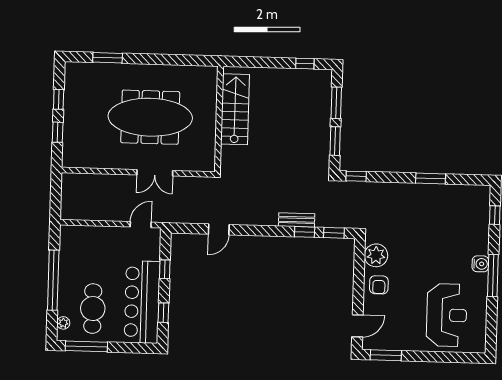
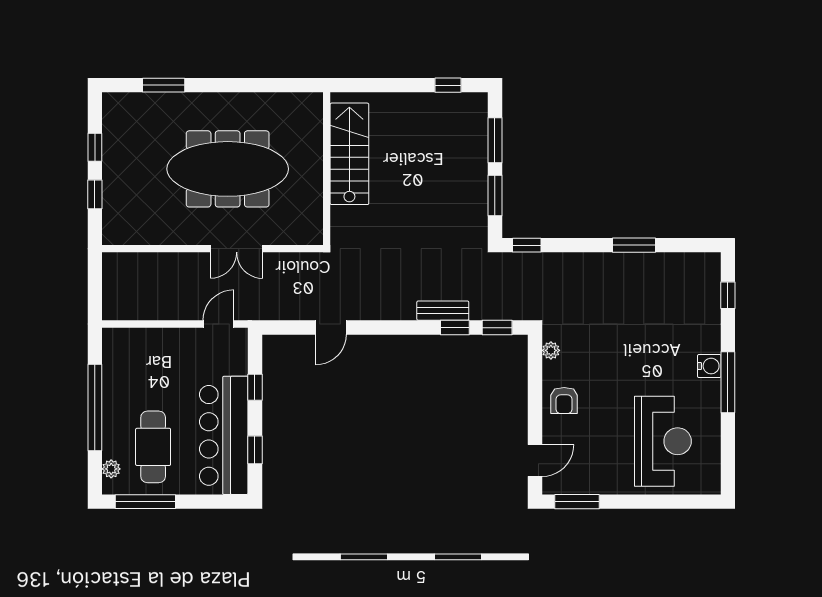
plant: (376, 255) -> (551, 350), width x0.53, depth x0.53

